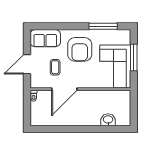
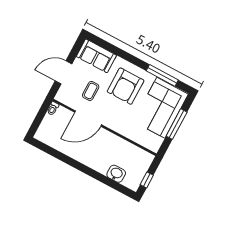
corner sofa: (115, 67) -> (161, 108), moved
window: (134, 112) -> (147, 180), added

